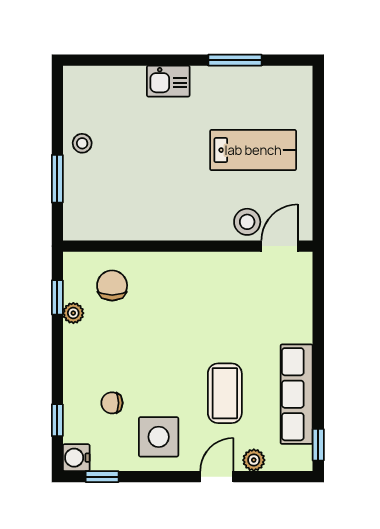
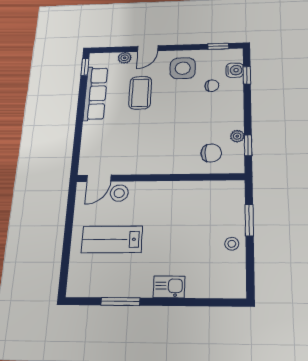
chair: (112, 285) -> (211, 153), turned -90
water cooler: (76, 458) -> (235, 70), moved

